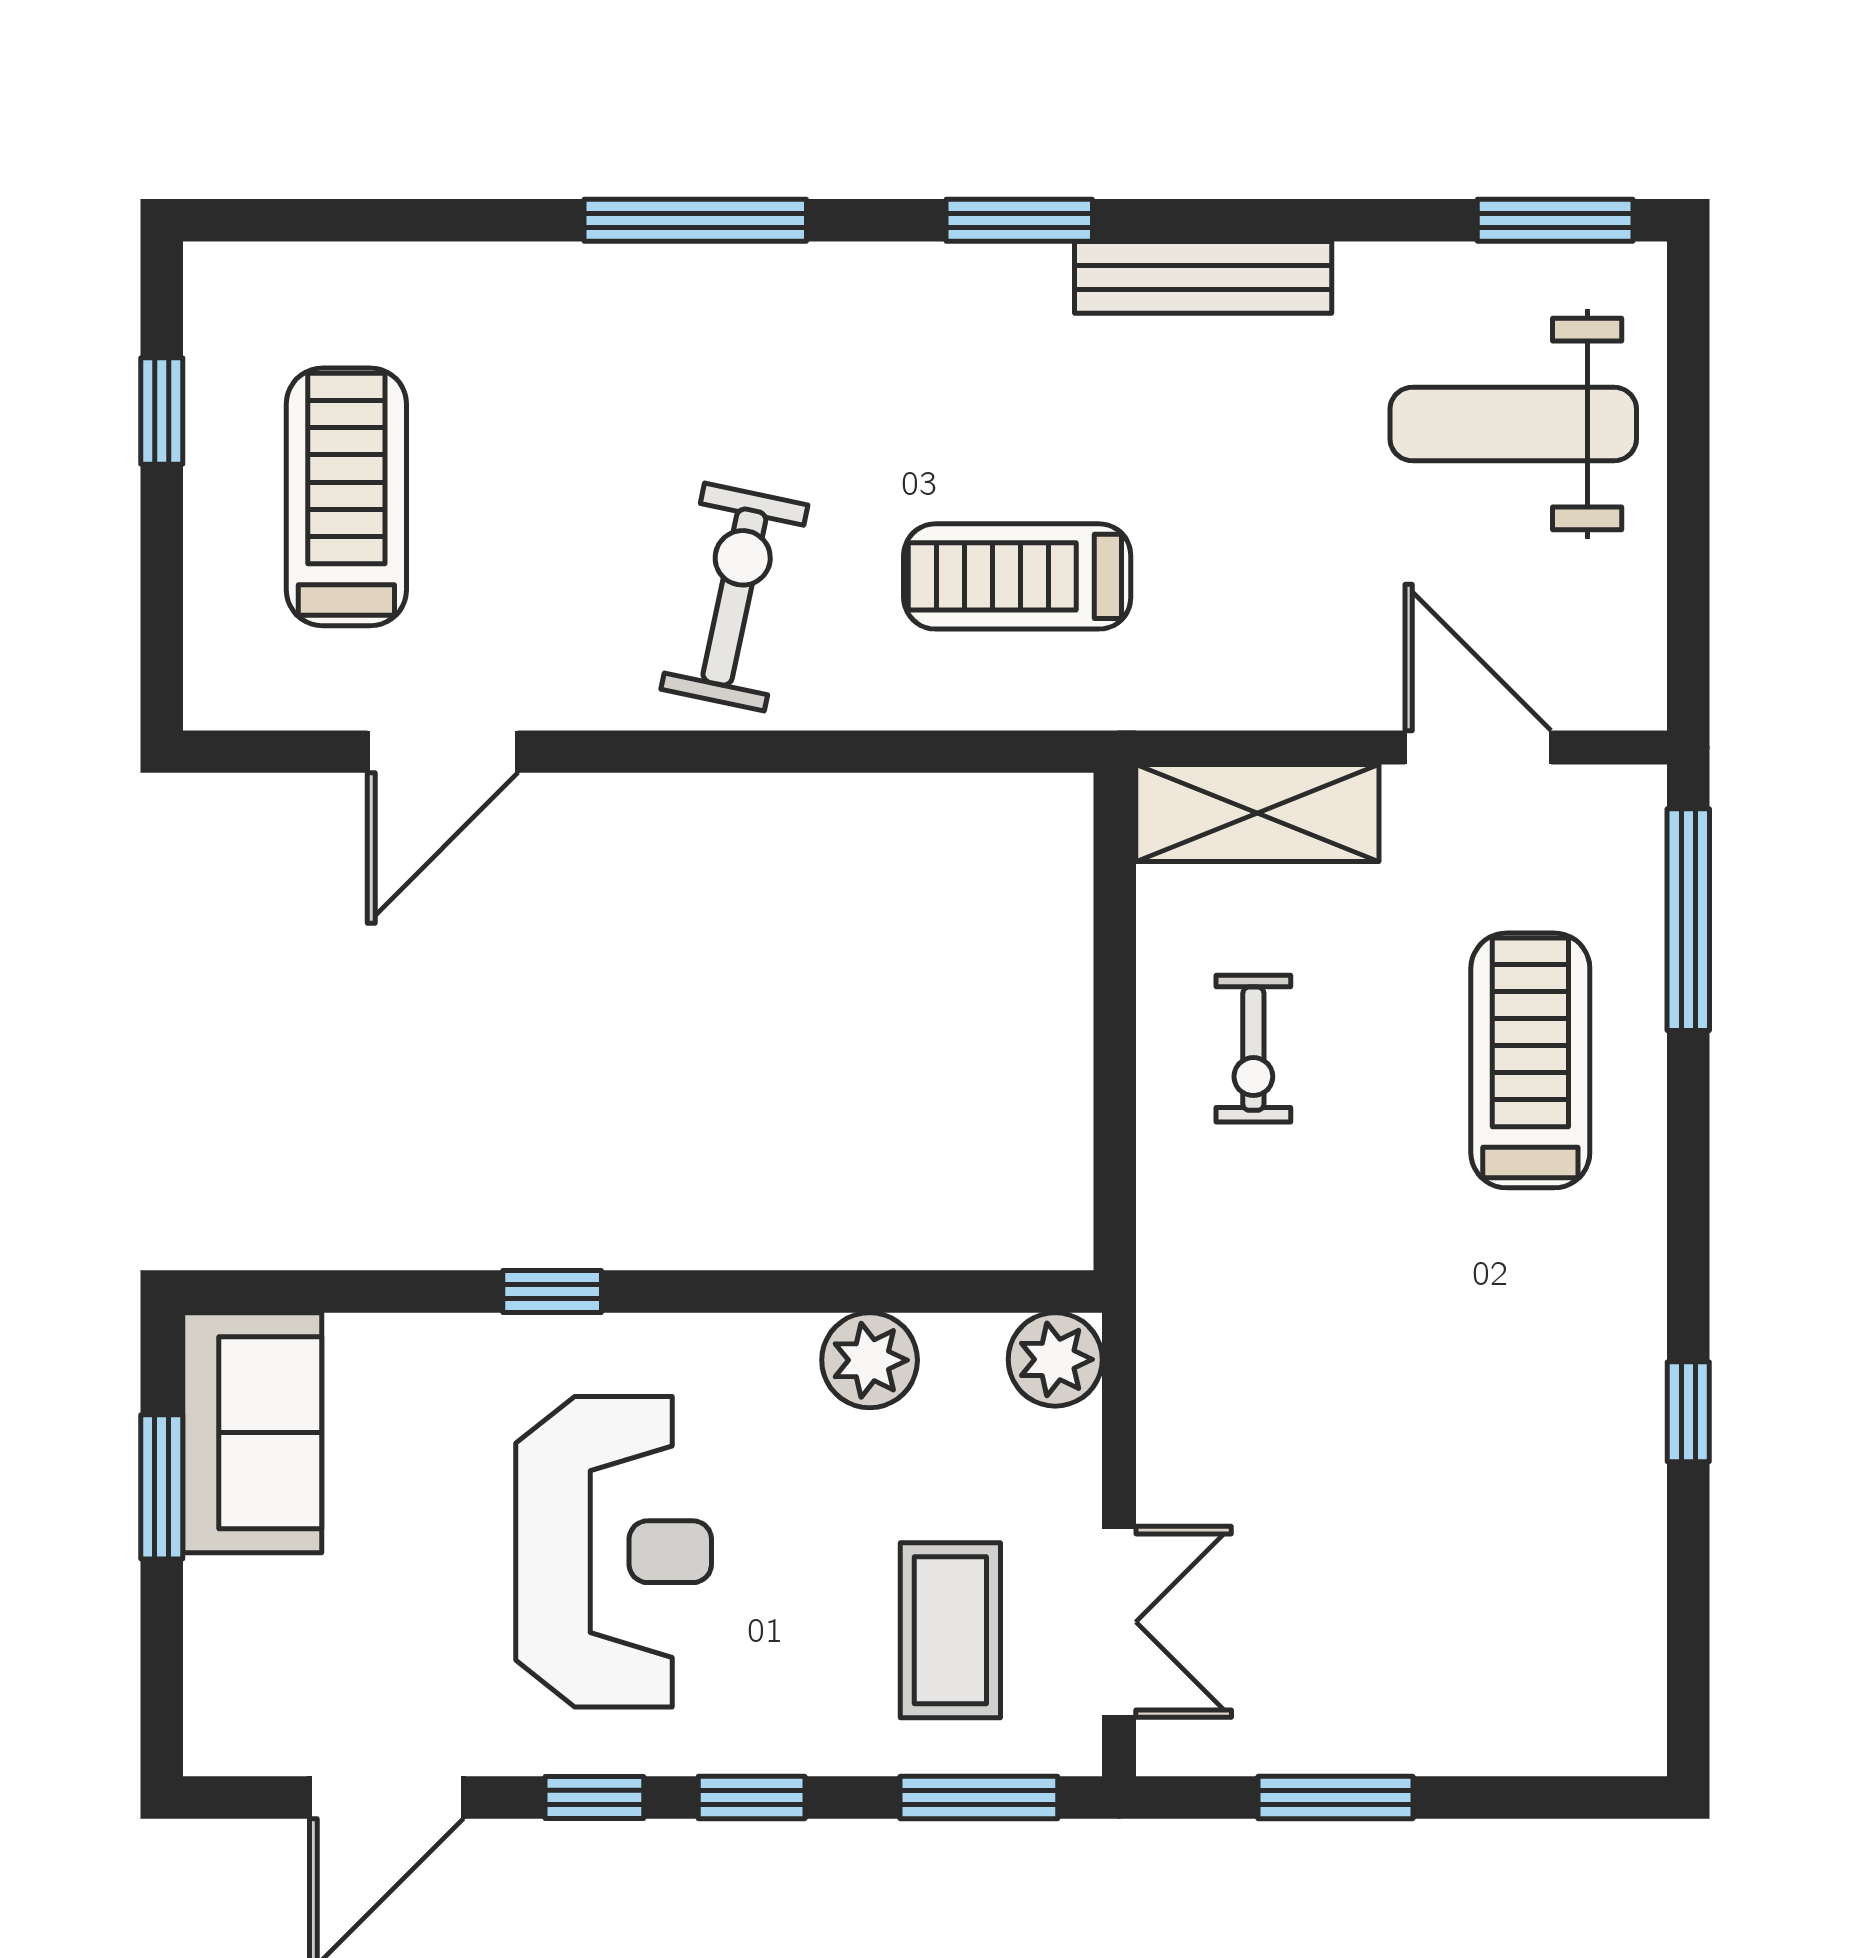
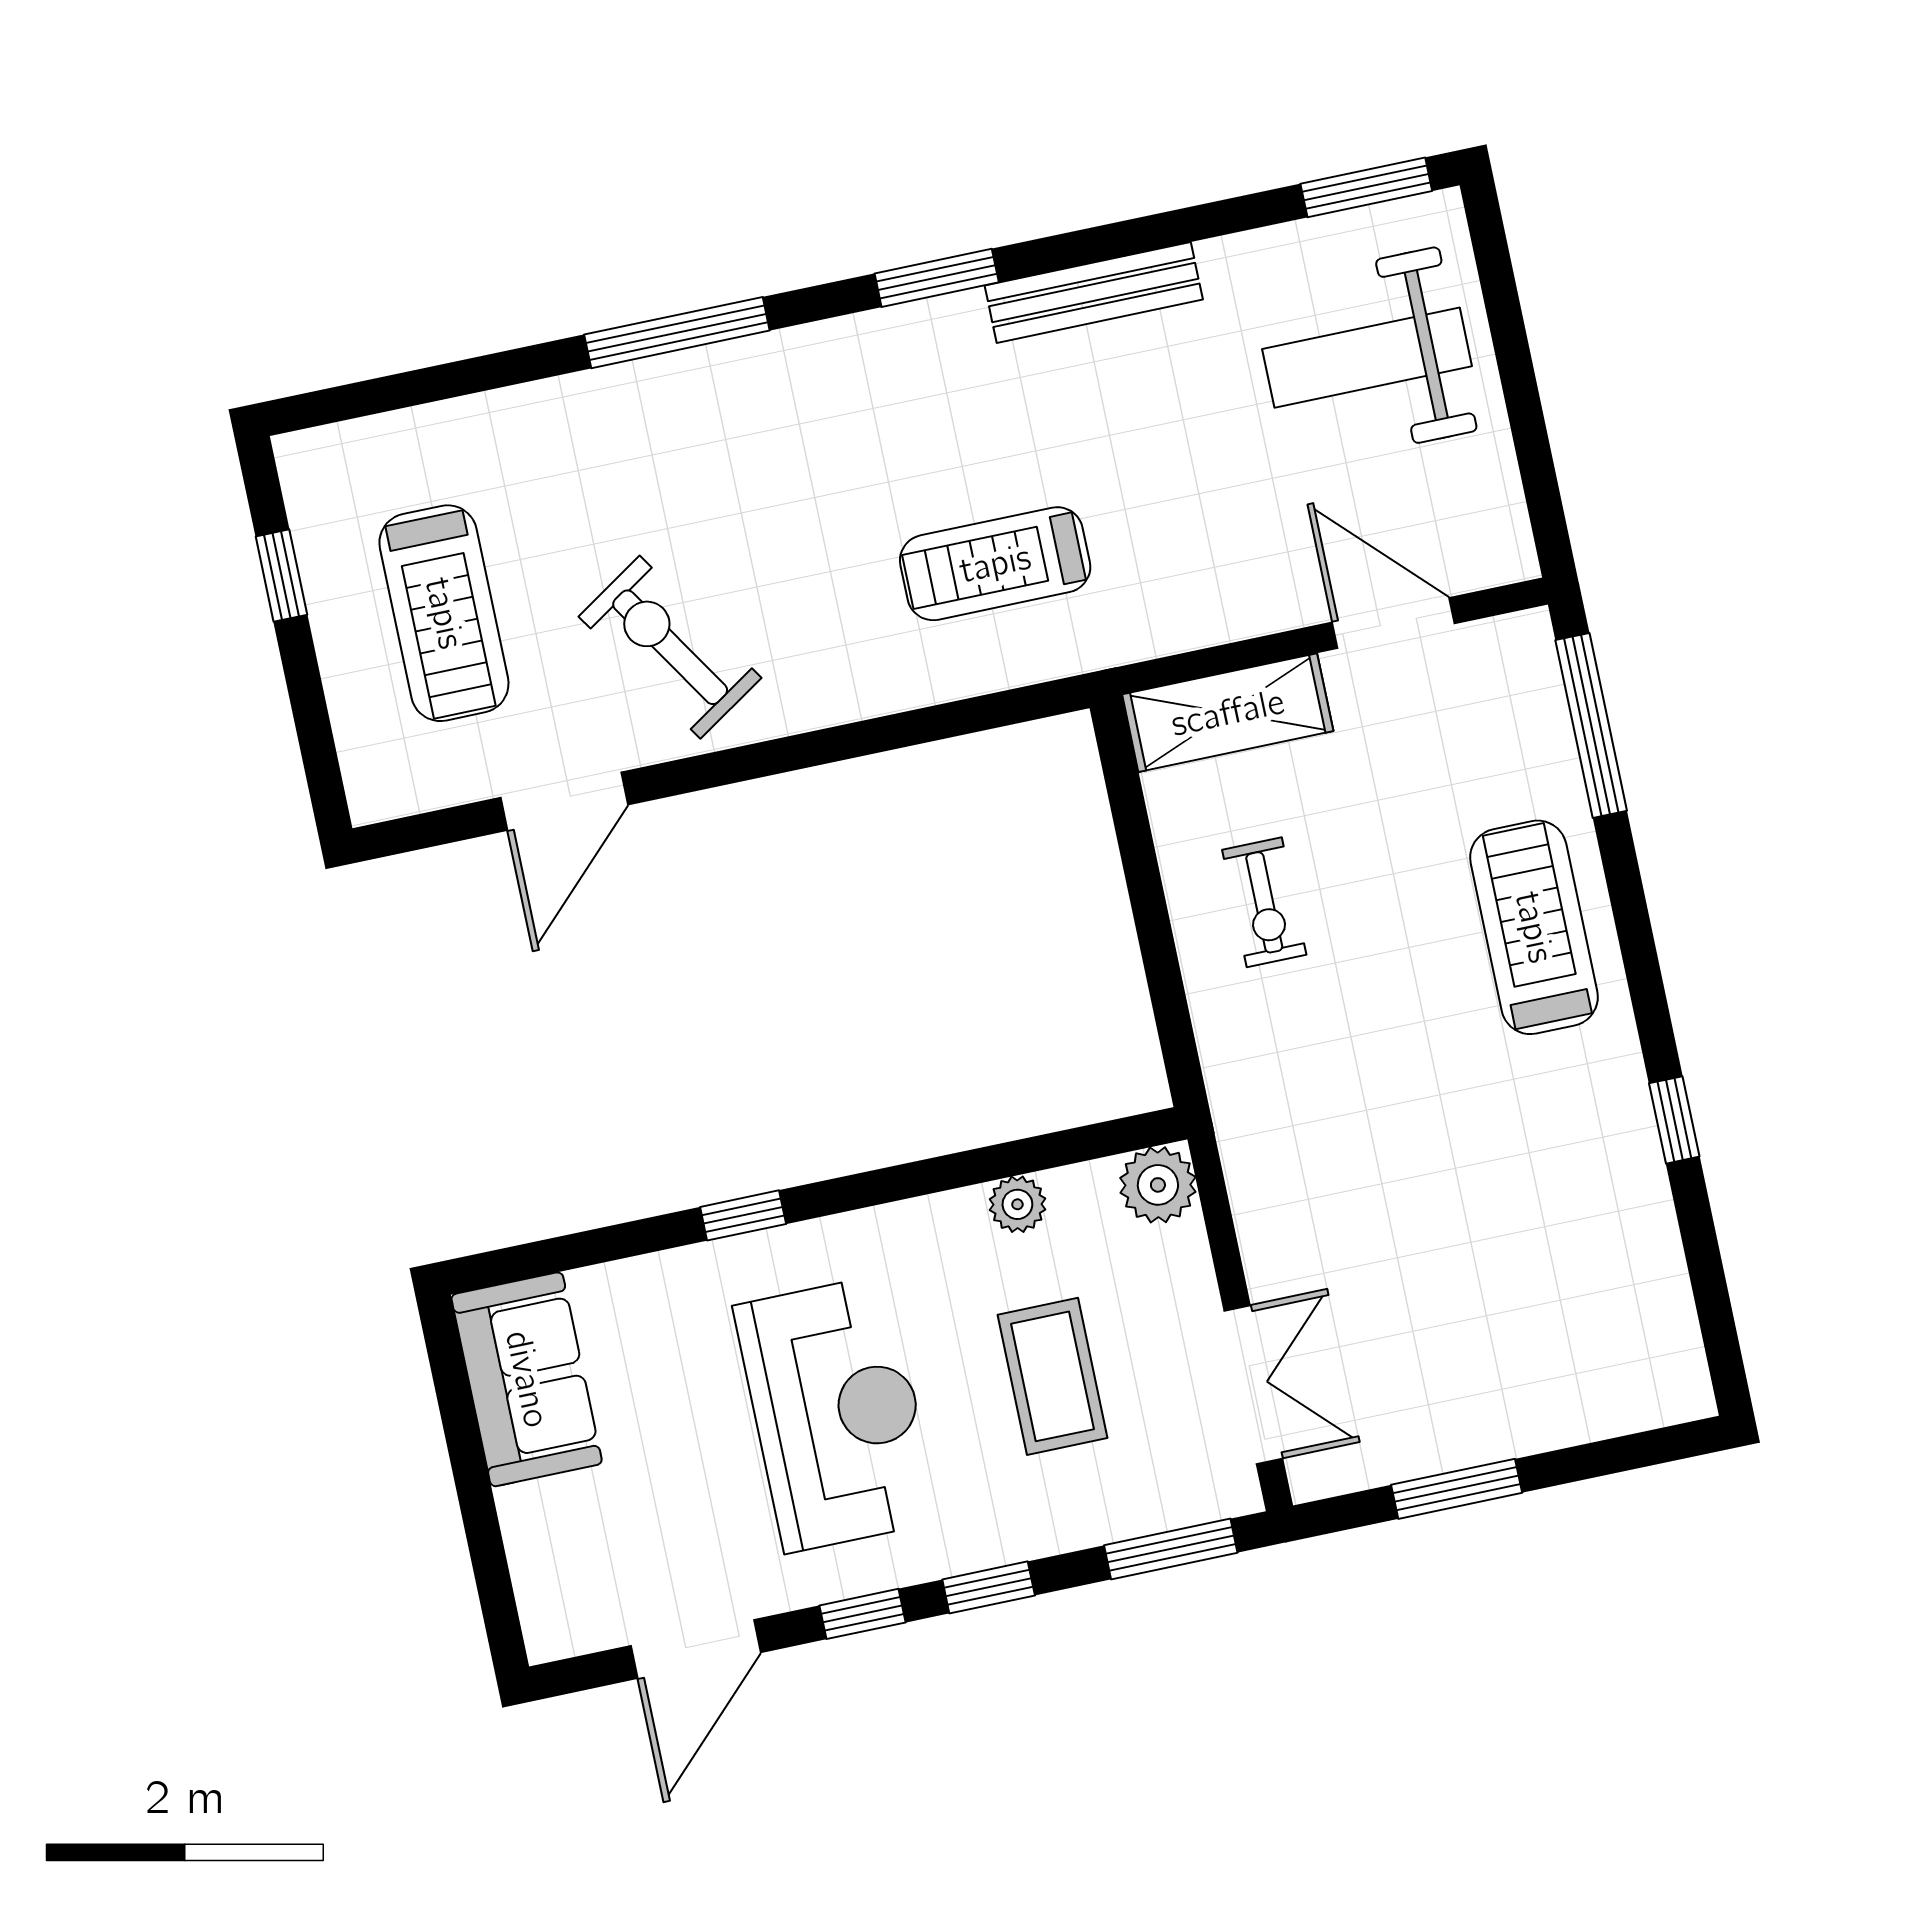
treadmill: (346, 497) -> (444, 613), turned 180
exercise bike: (734, 597) -> (670, 647), moved, turned -45
treadmill: (1530, 1060) -> (1534, 927), moved
plant: (870, 1360) -> (1017, 1204), width x0.73, depth x0.73
window: (162, 1487) -> (463, 1438), removed
coffee table: (950, 1630) -> (1052, 1376), moved

